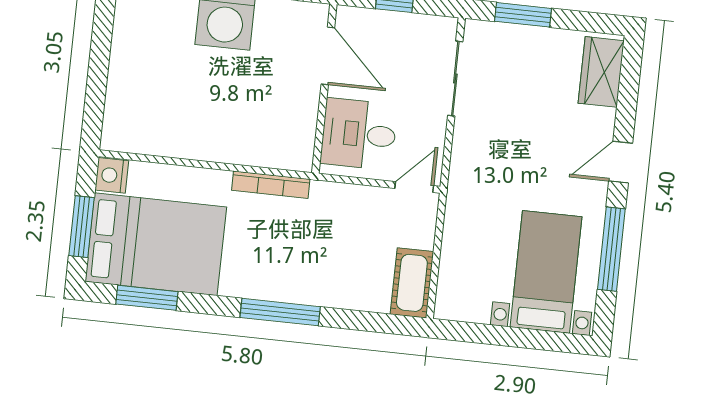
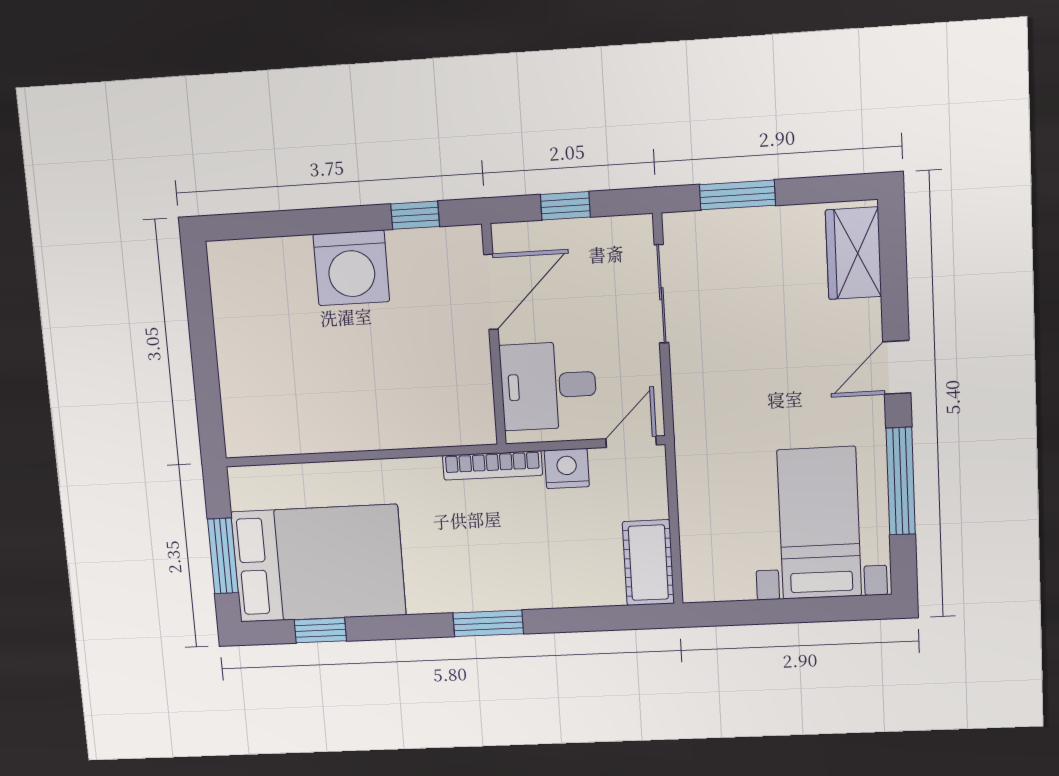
door: (328, 56) -> (491, 292), hinge flipped
nightstand: (112, 175) -> (567, 469), moved, turned 90
bookcase: (271, 185) -> (492, 465), moved
window: (147, 298) -> (320, 630), width x0.67
window: (280, 312) -> (488, 623), width x0.69

